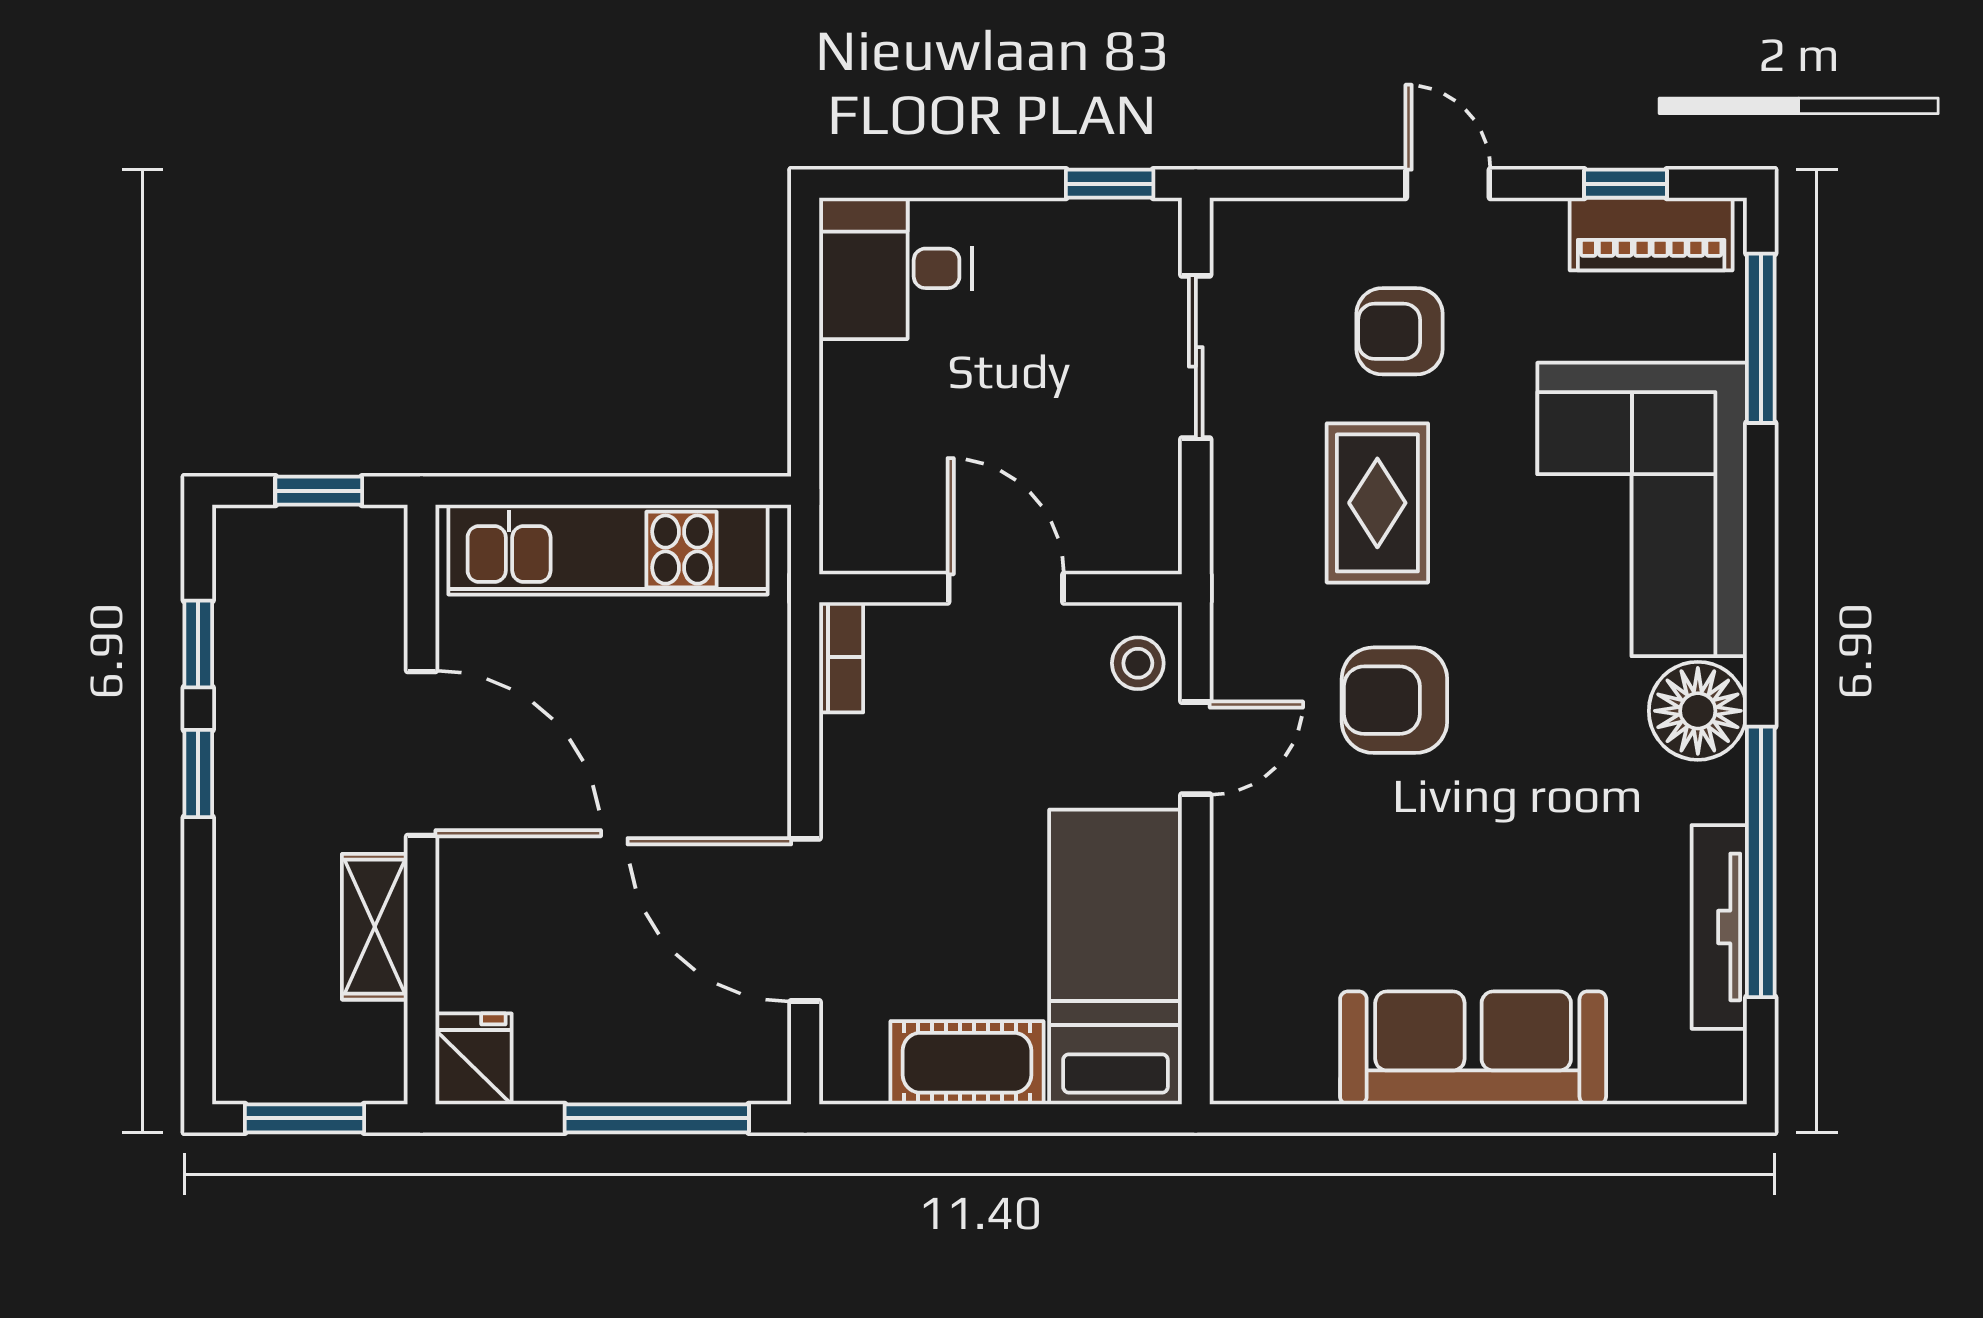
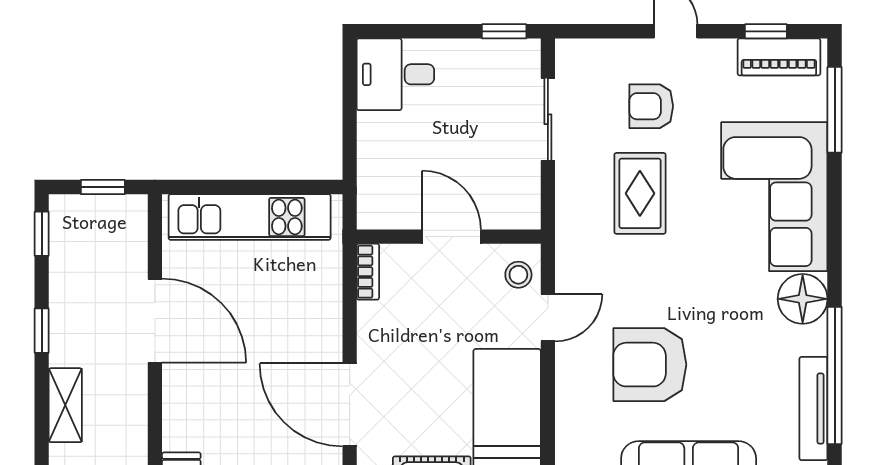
window: (198, 644) -> (42, 234), moved
armchair: (1394, 700) -> (650, 365), moved, width x1.36, depth x1.36
shelving: (375, 927) -> (65, 405), moved

